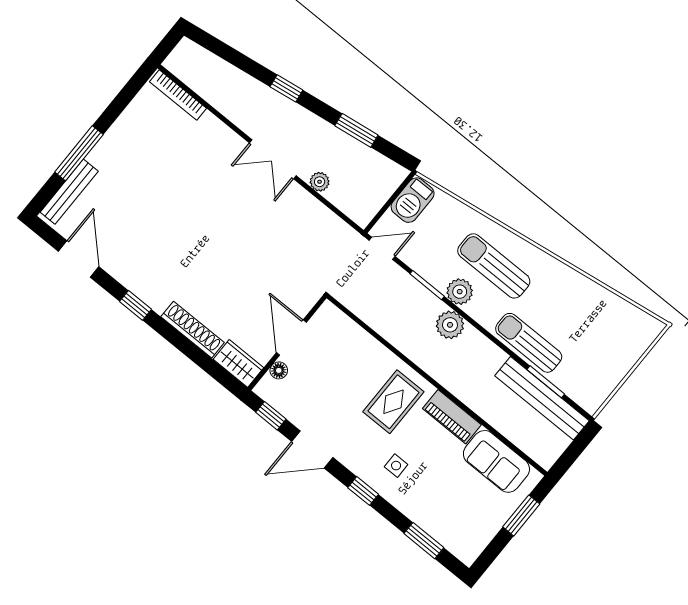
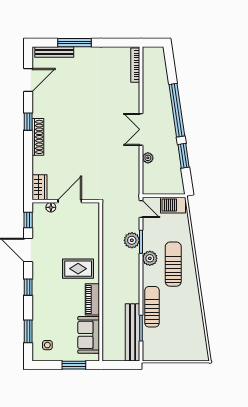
window: (286, 88) -> (177, 110), width x3.17
plant: (450, 325) -> (132, 240), moved
shoe rack: (193, 330) -> (38, 137), moved
side table: (396, 466) -> (47, 345), moved

